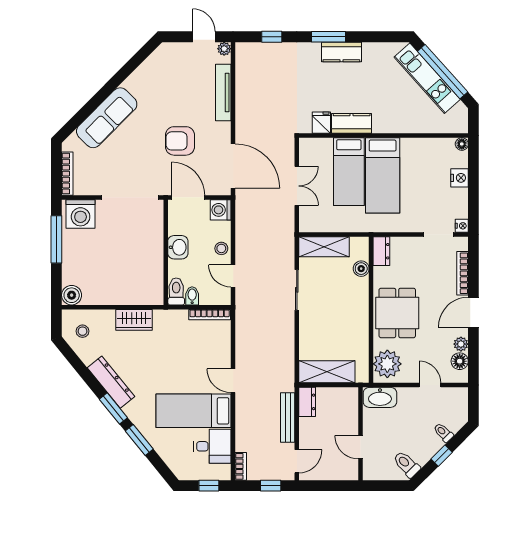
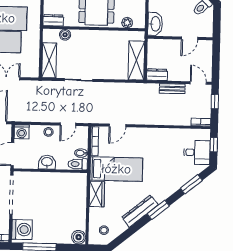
plant: (387, 364) -> (127, 23), width x0.53, depth x0.53
door: (233, 381) -> (117, 125), moved
bed: (193, 411) -> (116, 169), moved, turned -90
bench: (288, 418) -> (172, 89), width x0.73
window: (139, 440) -> (191, 184), moved
desk: (212, 446) -> (197, 152), moved, turned 90

